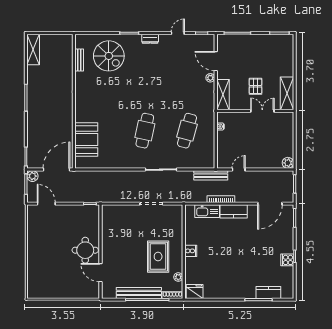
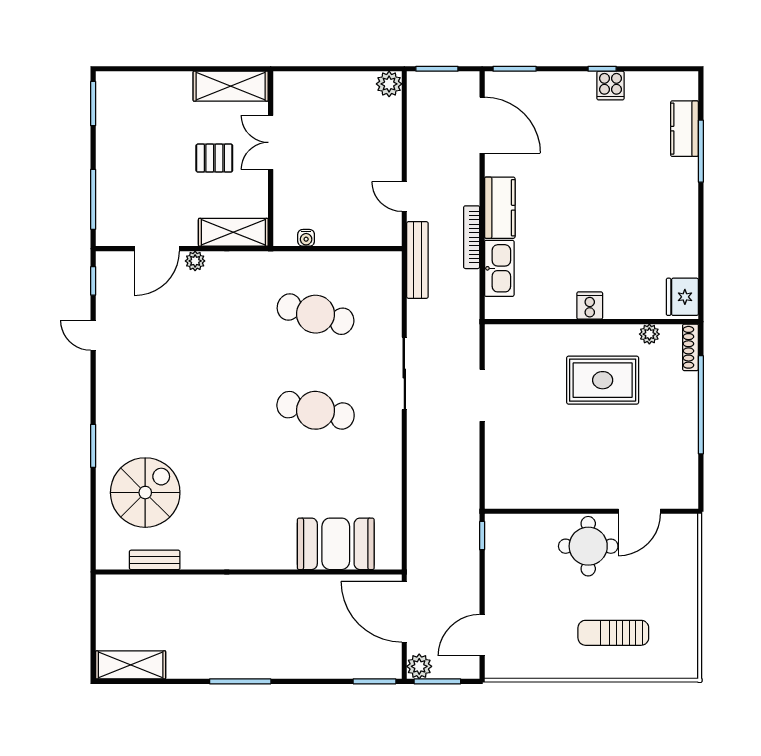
dresser: (150, 39) -> (106, 398), removed
sun lounger: (47, 261) -> (613, 633), added
bench: (139, 293) -> (686, 424), removed

